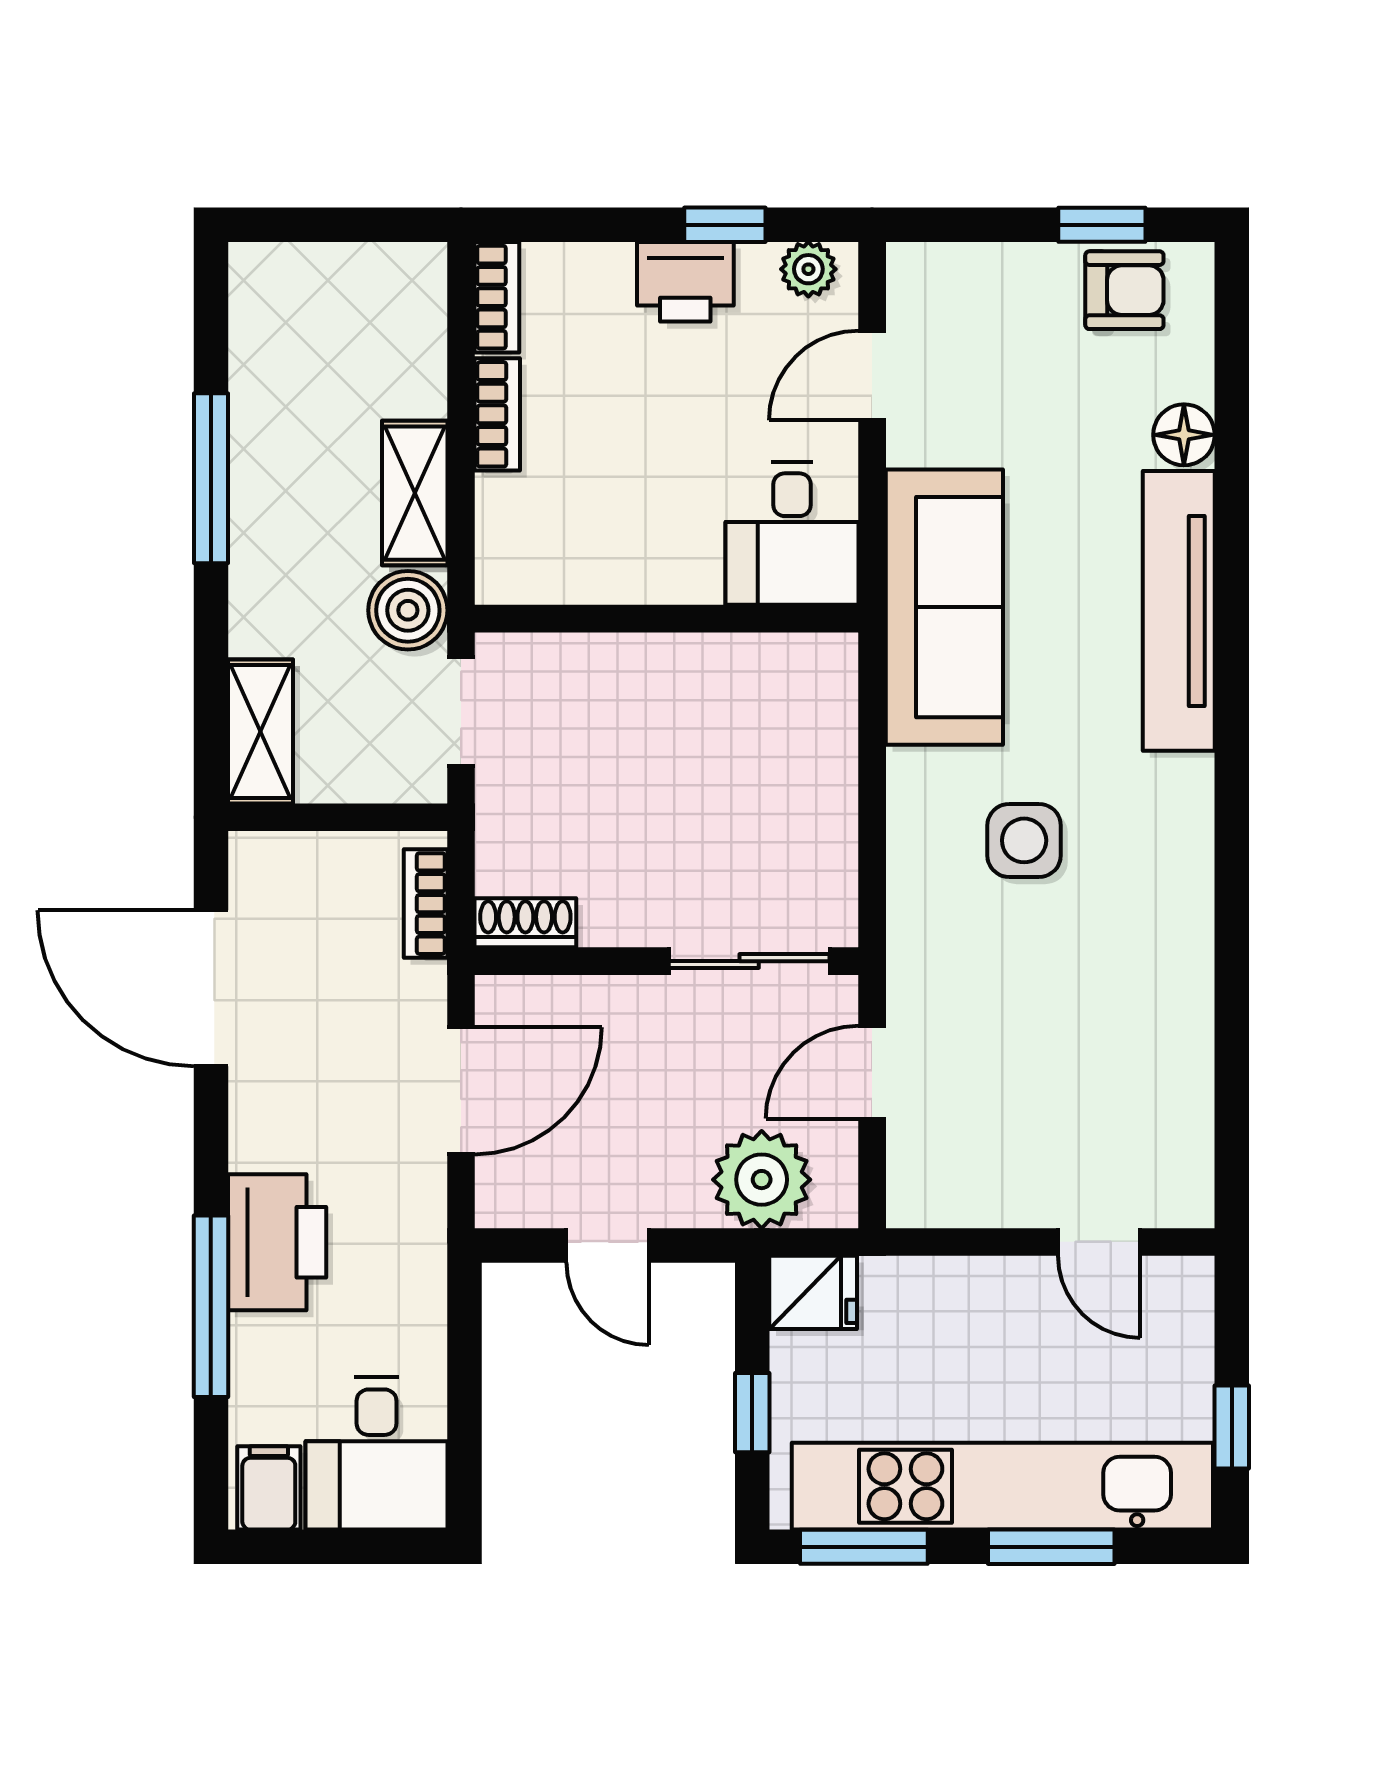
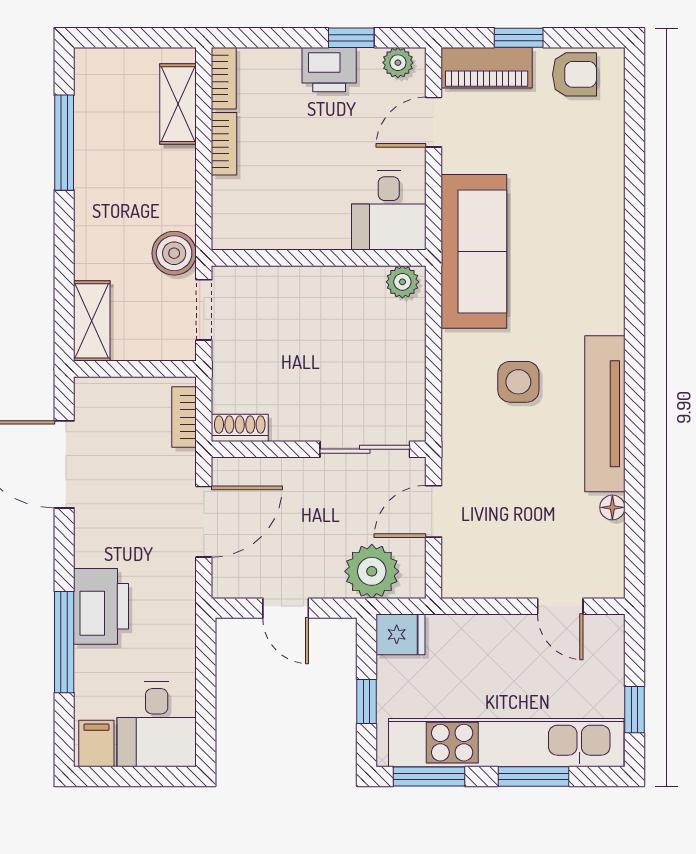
window: (1102, 225) -> (519, 38), moved
piano: (967, 278) -> (487, 68), added
floor lamp: (1184, 435) -> (612, 507), moved, width x0.73, depth x0.73
window: (211, 478) -> (64, 143), moved
shelving: (415, 493) -> (178, 104), moved
tv unit: (1179, 611) -> (605, 414), moved
plant: (816, 662) -> (402, 282), added

